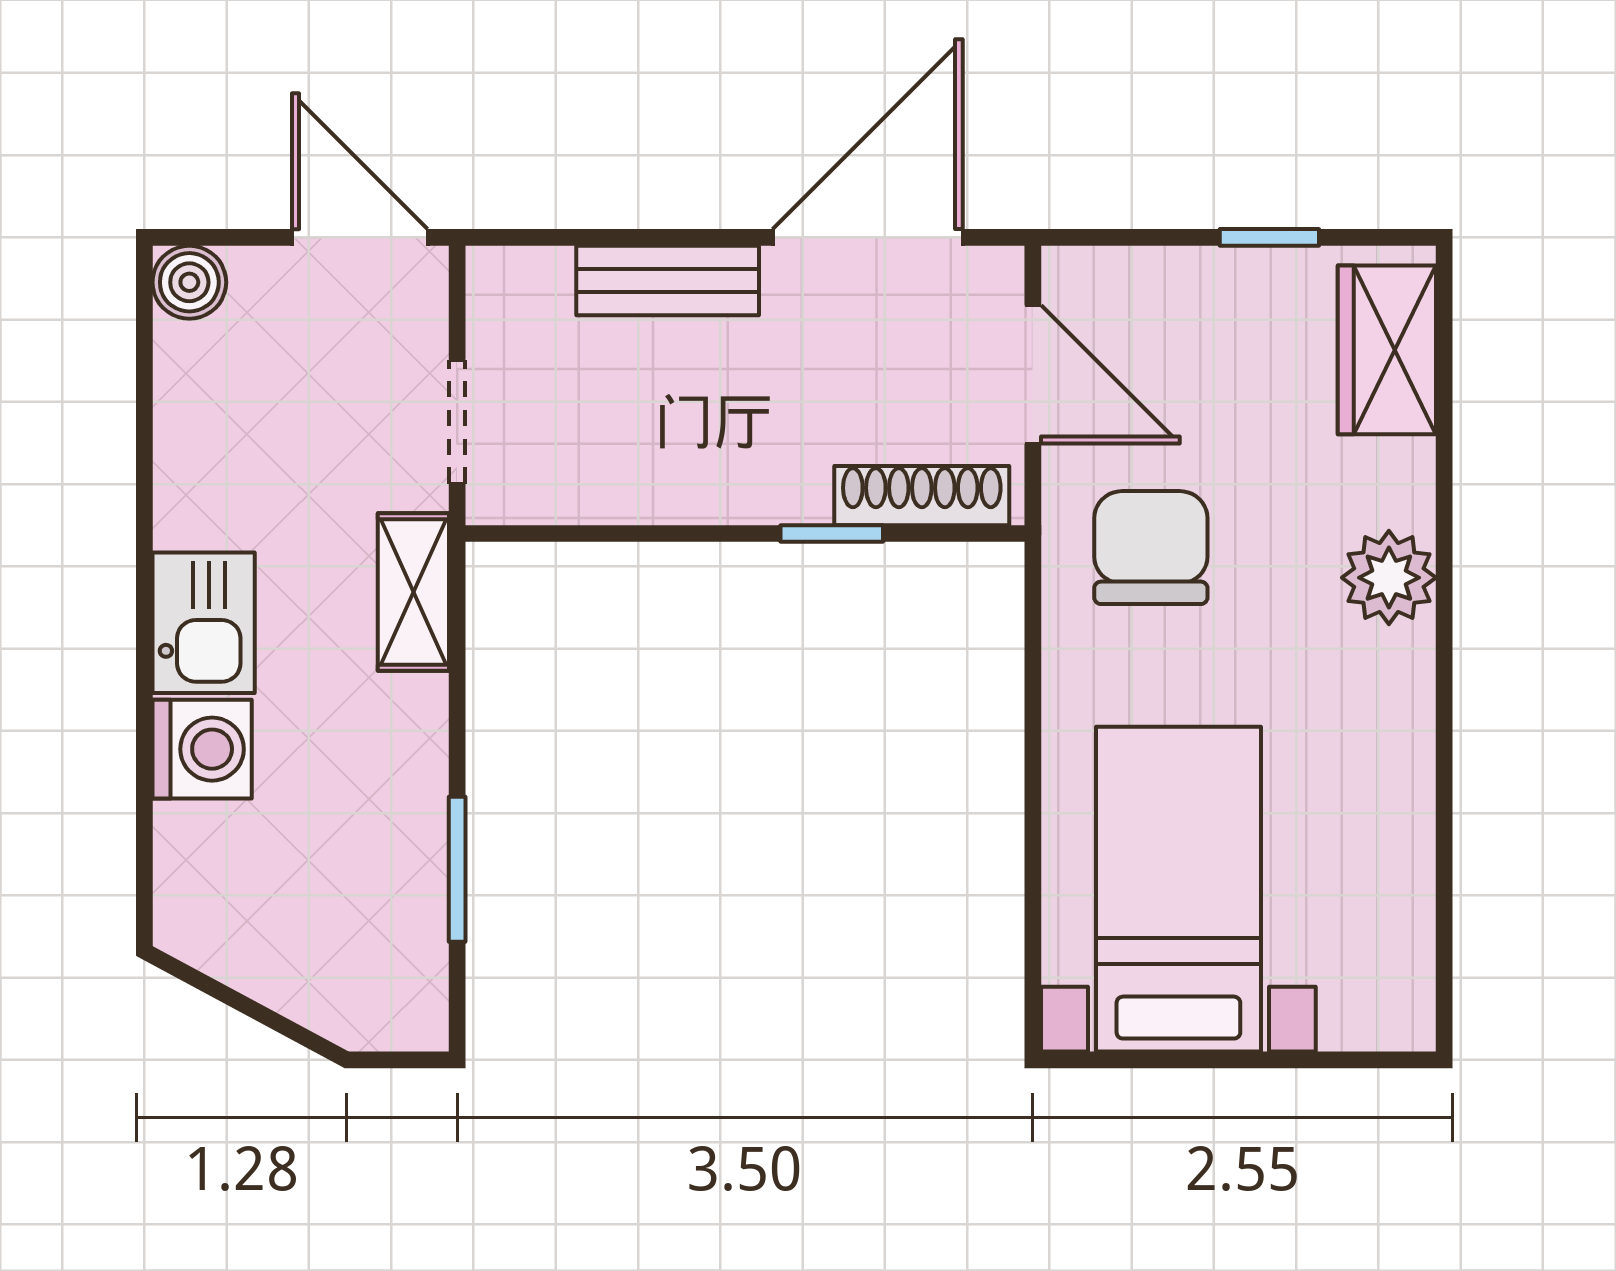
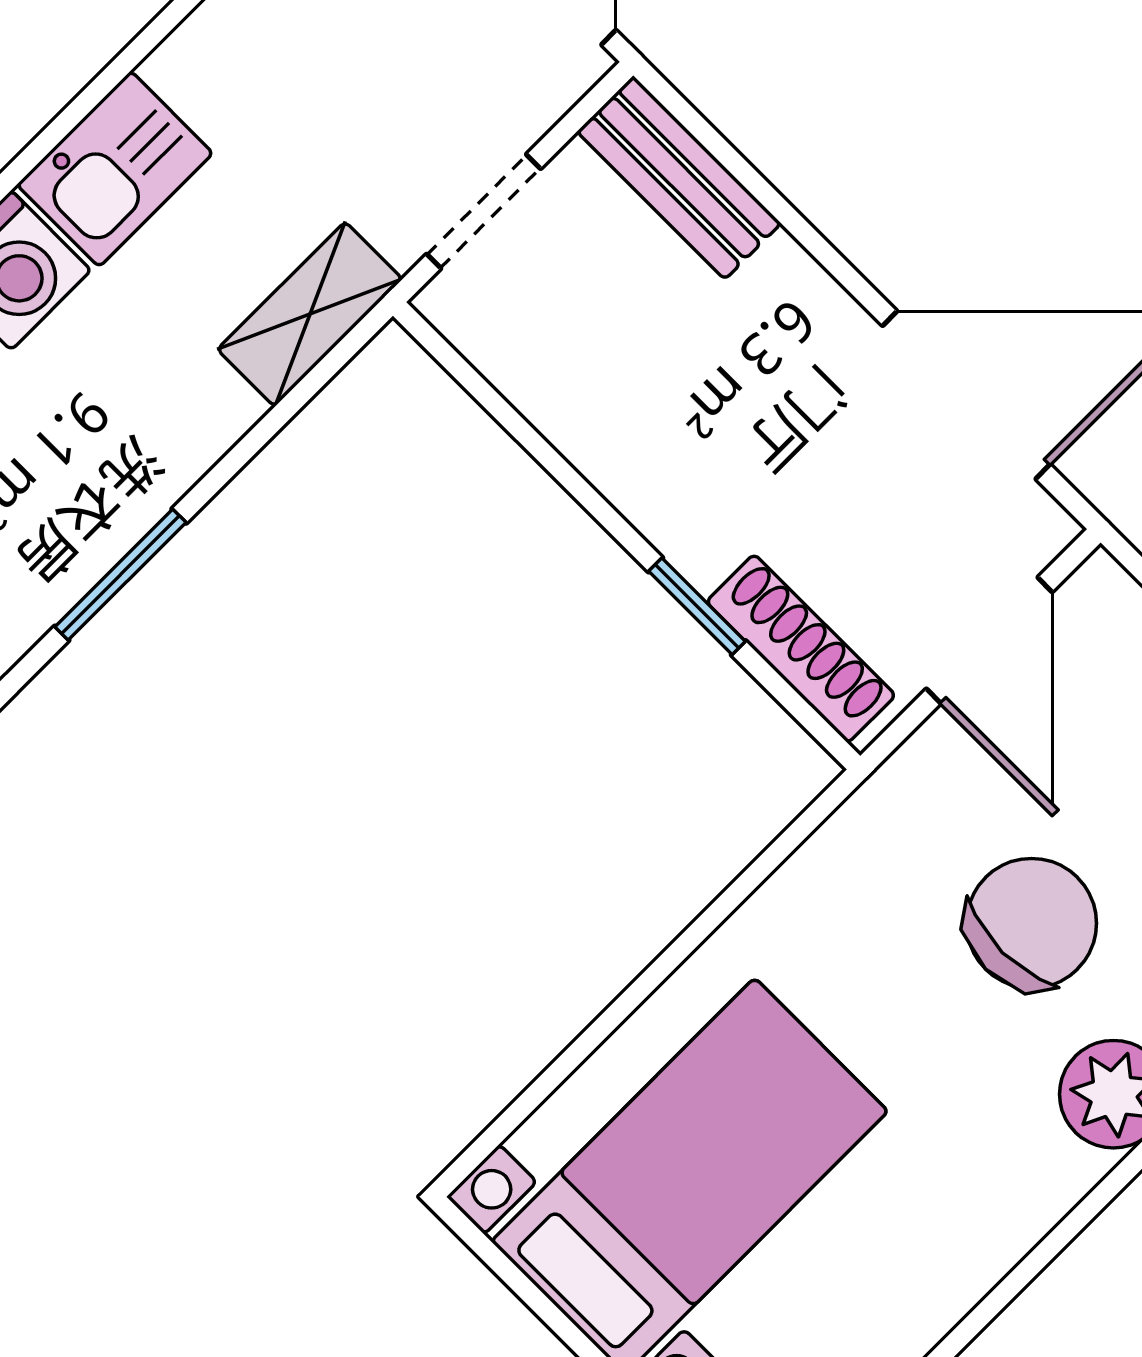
bench: (668, 280) -> (679, 178), moved
chair: (1151, 548) -> (1032, 923), moved

